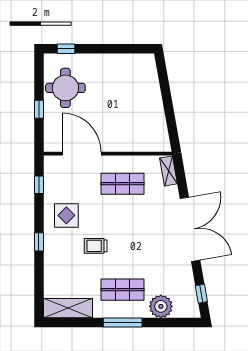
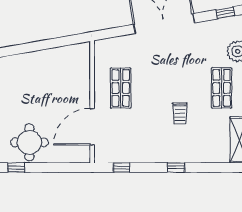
window: (39, 109) -> (16, 168), moved
shelving: (169, 171) -> (108, 44), removed
display table: (66, 215) -> (151, 141), removed

